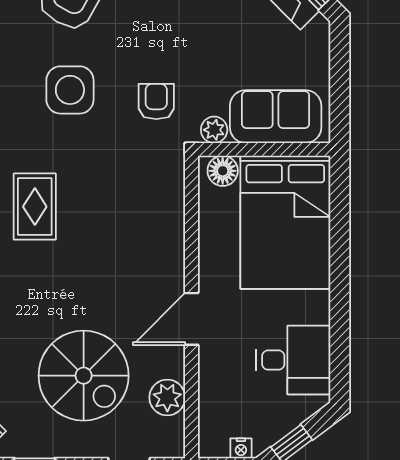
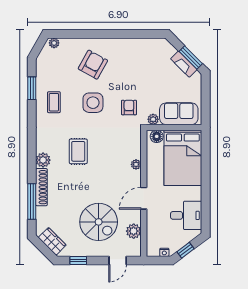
plant: (173, 238) -> (136, 164), added

